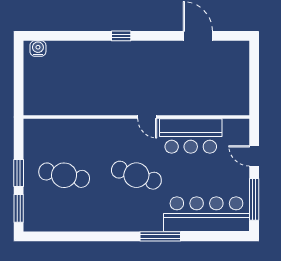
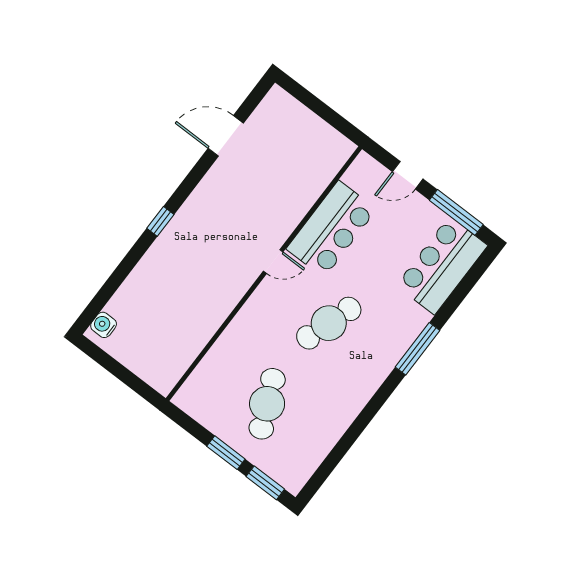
cafe table: (64, 175) -> (267, 404), turned -36
bar counter: (206, 214) -> (442, 265), width x0.73

